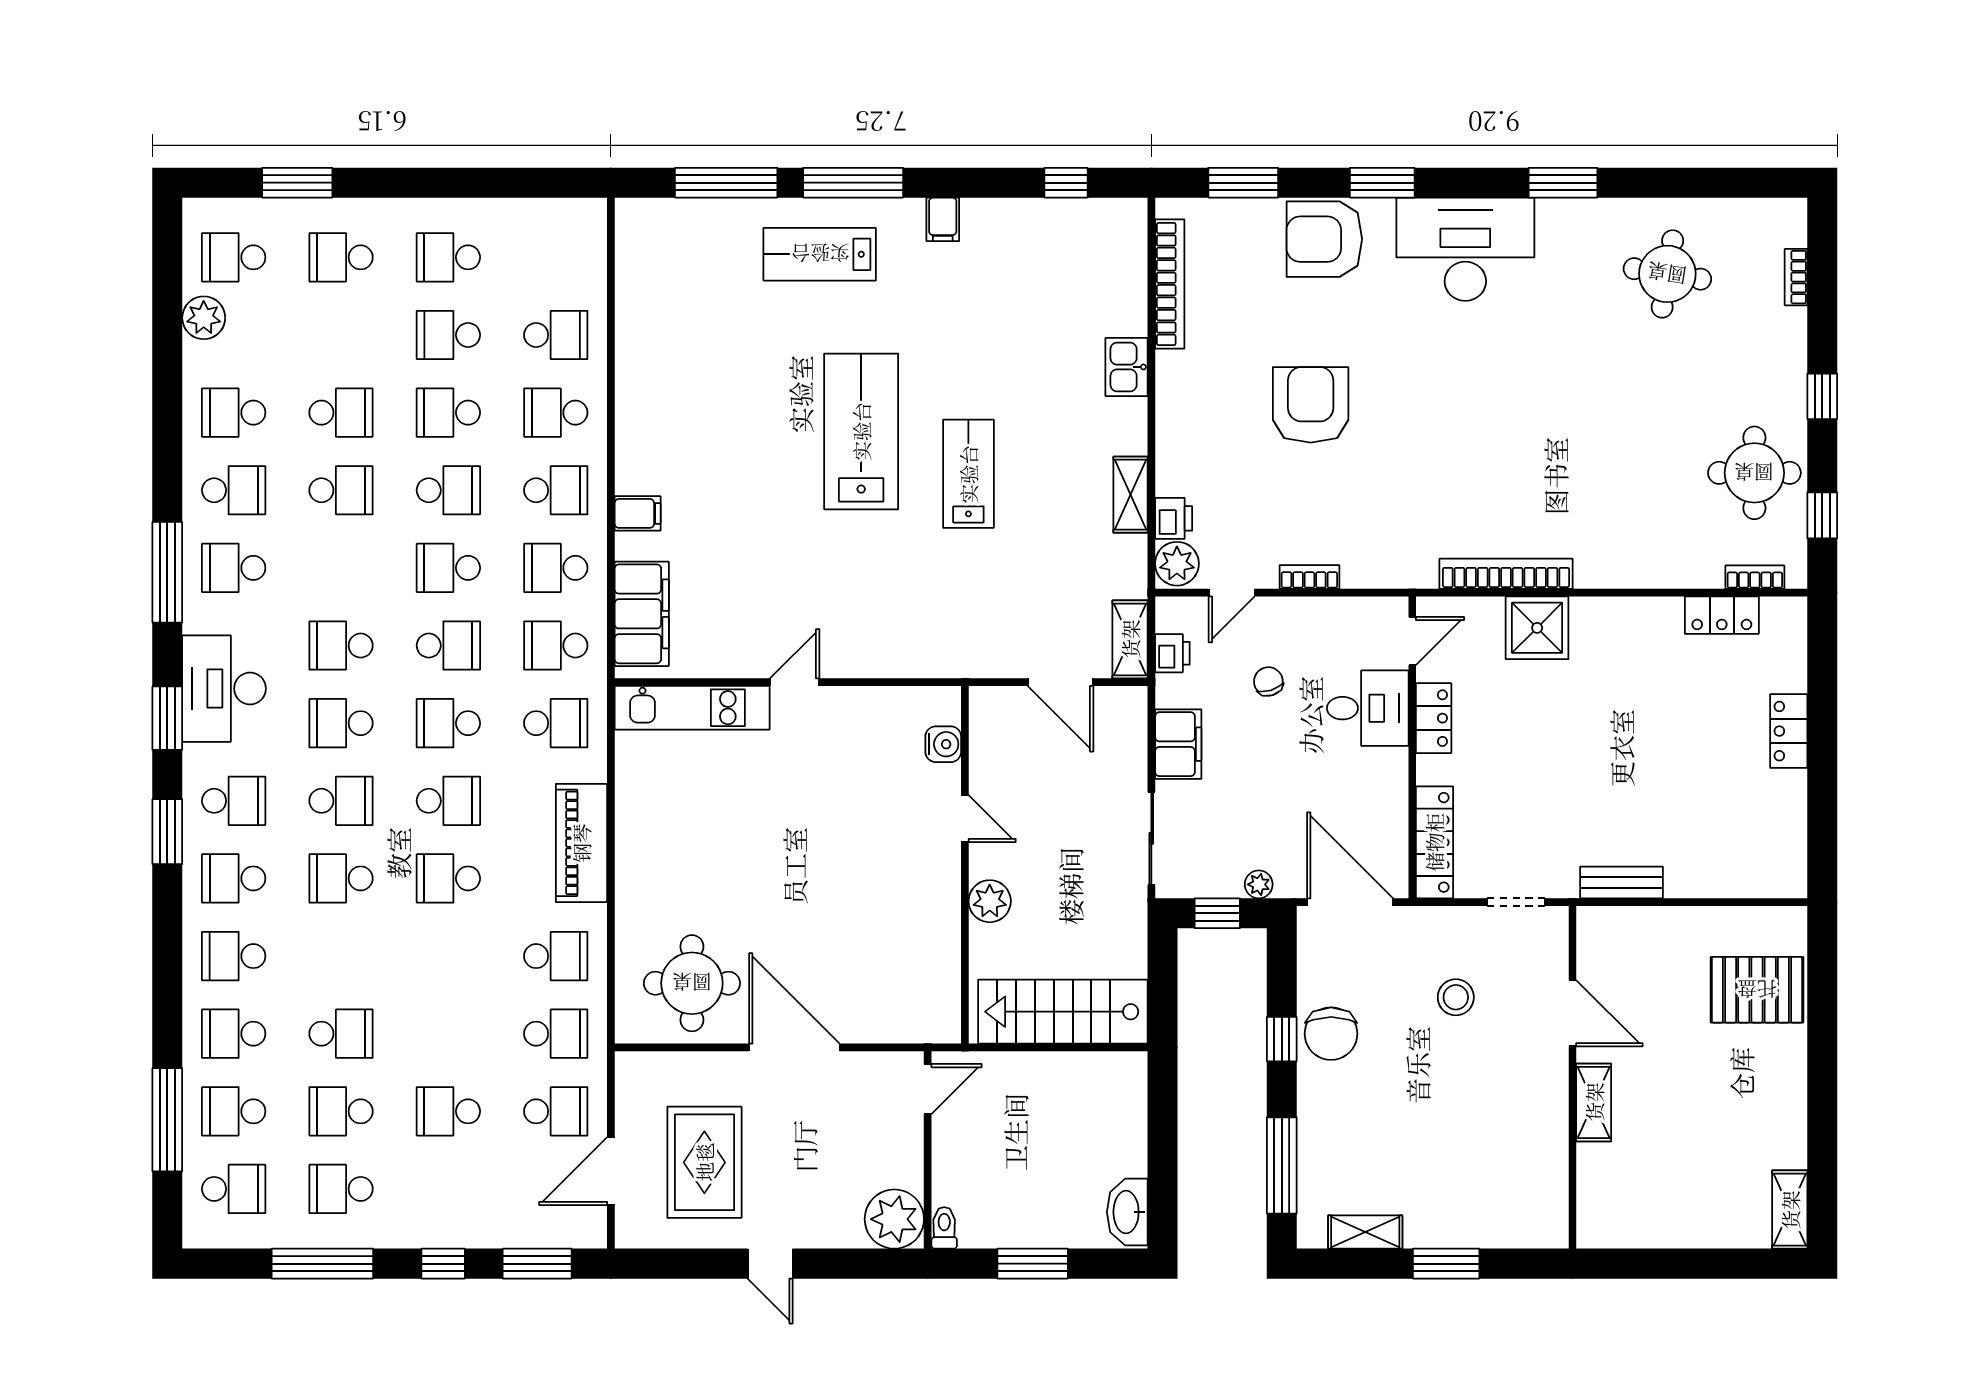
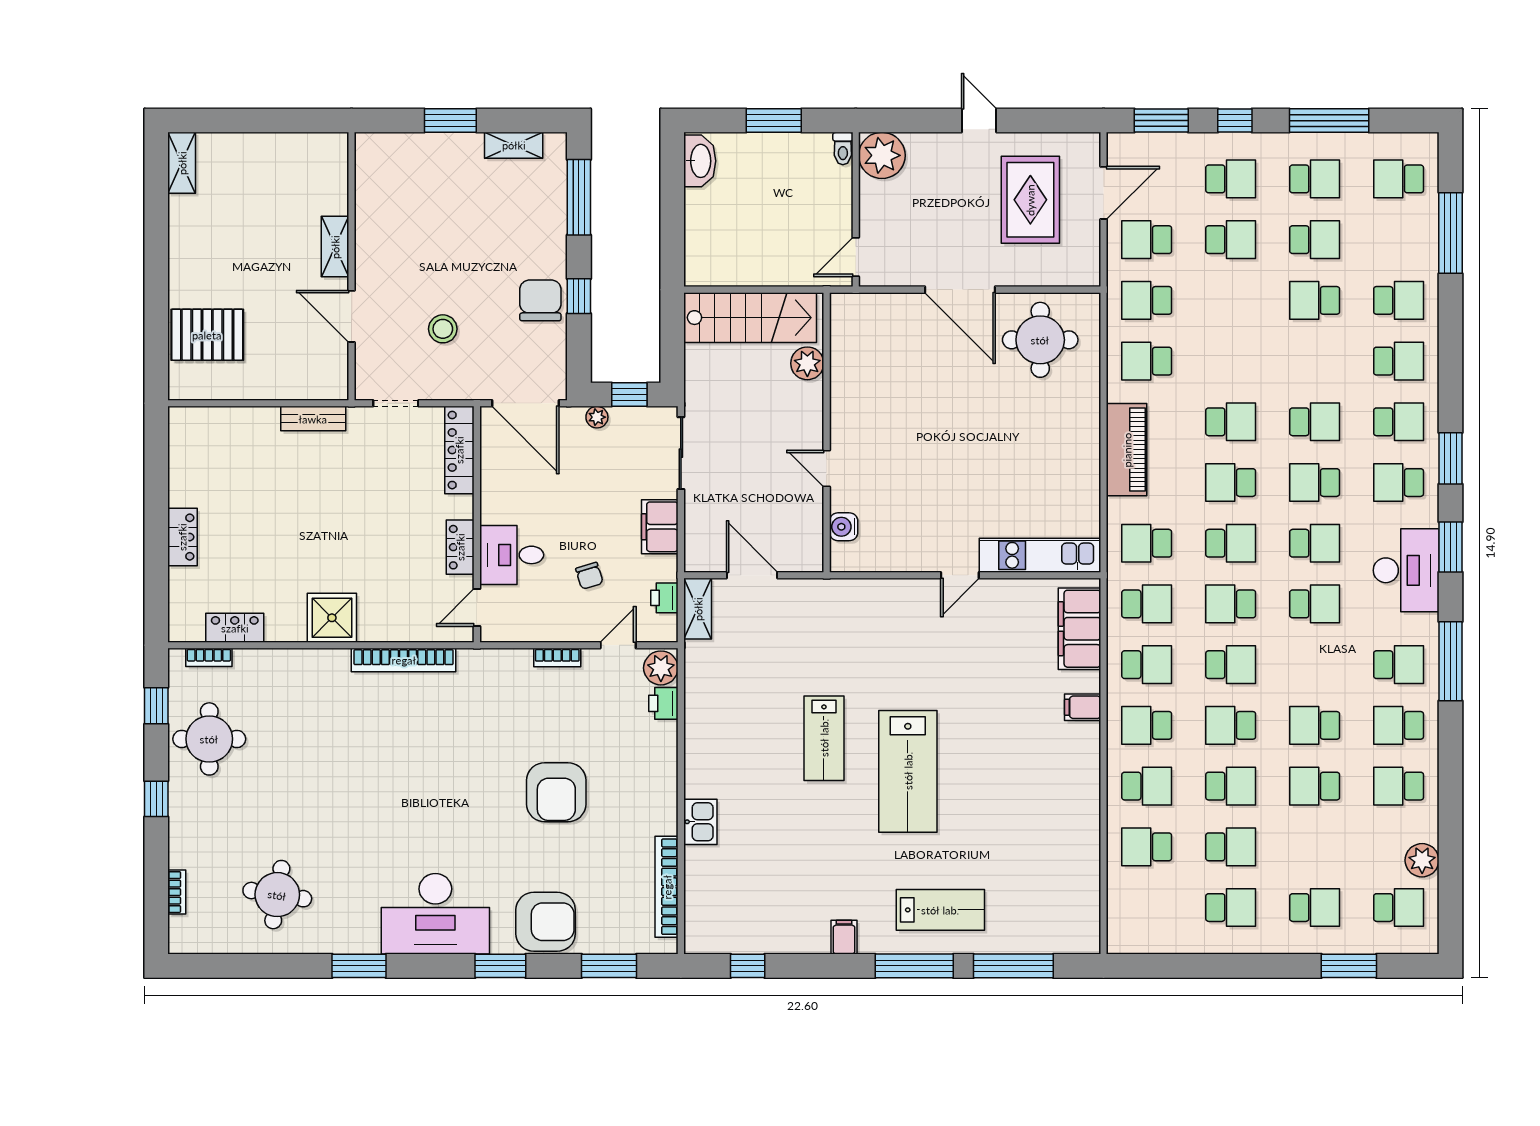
school desk: (234, 413) -> (1399, 786), turned 180
shelving: (1130, 495) -> (697, 722), removed
shower: (1537, 628) -> (332, 618), moved
plant: (990, 901) -> (807, 363), moved
school desk: (234, 1111) -> (1231, 179), moved

